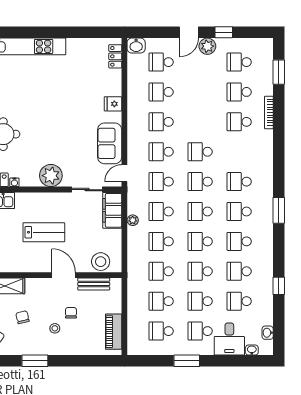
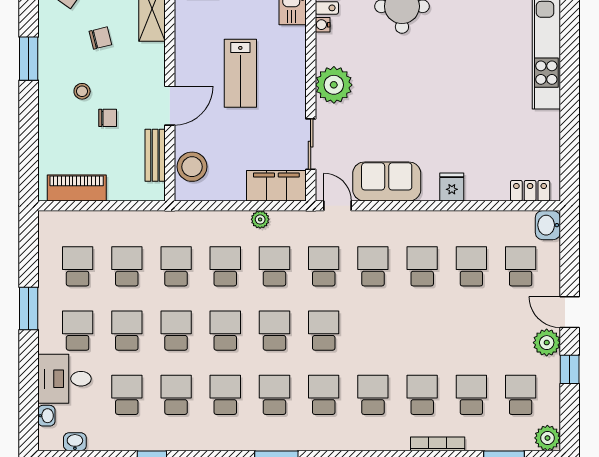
plant: (265, 46) -> (547, 438), added
school desk: (200, 152) -> (373, 395), moved

